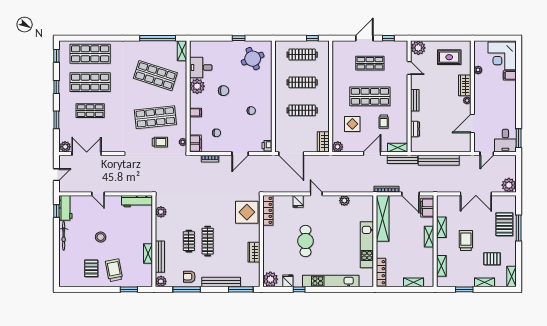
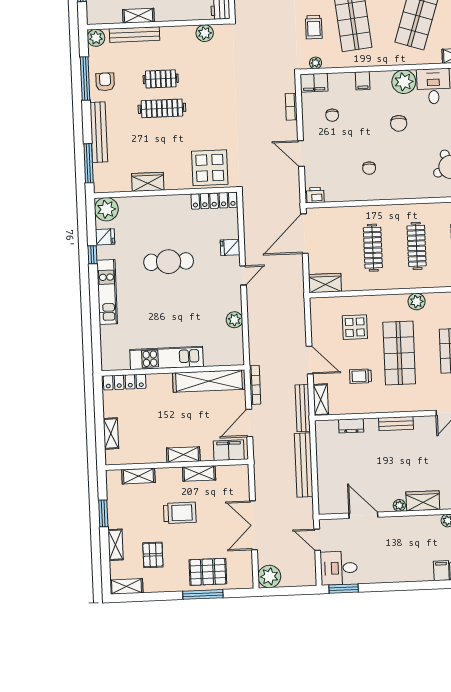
plant: (338, 147) -> (417, 302), moved
kitchen unit: (331, 281) -> (107, 292), width x0.73

